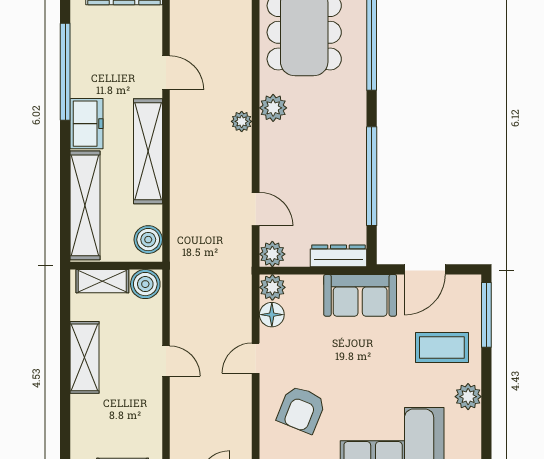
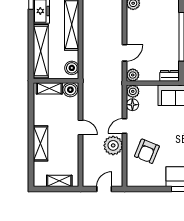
plant: (242, 121) -> (113, 145), moved, width x1.88, depth x1.88
door: (256, 209) -> (125, 53), hinge flipped
dresser: (338, 256) -> (169, 76), width x0.70
shelving: (84, 357) -> (40, 143), moved

